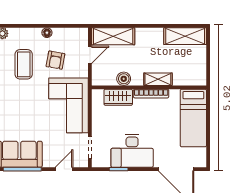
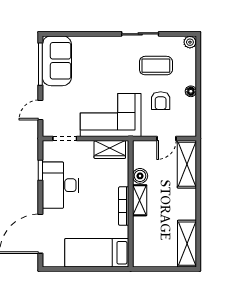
door: (90, 55) -> (167, 139), hinge flipped
armchair: (55, 60) -> (161, 101), turned -100
shelving: (158, 79) -> (140, 200), moved
wardrobe: (118, 97) -> (110, 150), moved, turned -90
door: (64, 169) -> (40, 110), swing flipped

